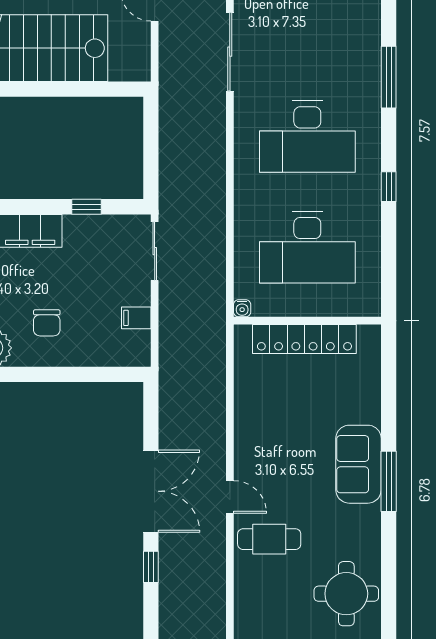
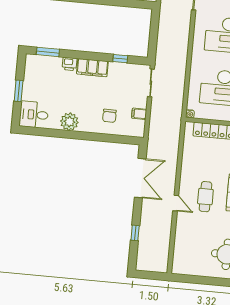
chair: (47, 323) -> (109, 116), moved
double door: (151, 491) -> (140, 178), moved
cafe table: (269, 539) -> (205, 197), moved, turned 90

